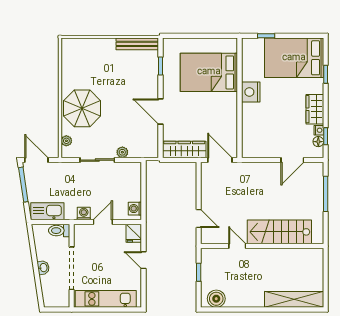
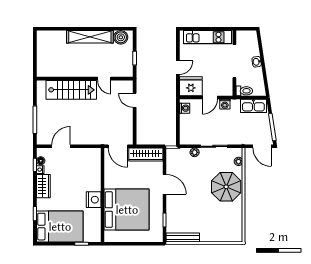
bed: (209, 72) -> (127, 210), width x1.36
fridge: (134, 233) -> (191, 86), width x1.88, depth x1.34
door: (144, 260) -> (178, 68), hinge flipped
shelving: (294, 299) -> (90, 37), moved

